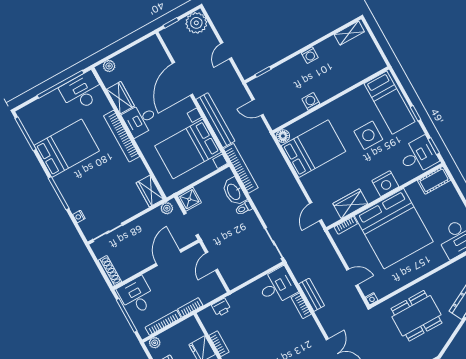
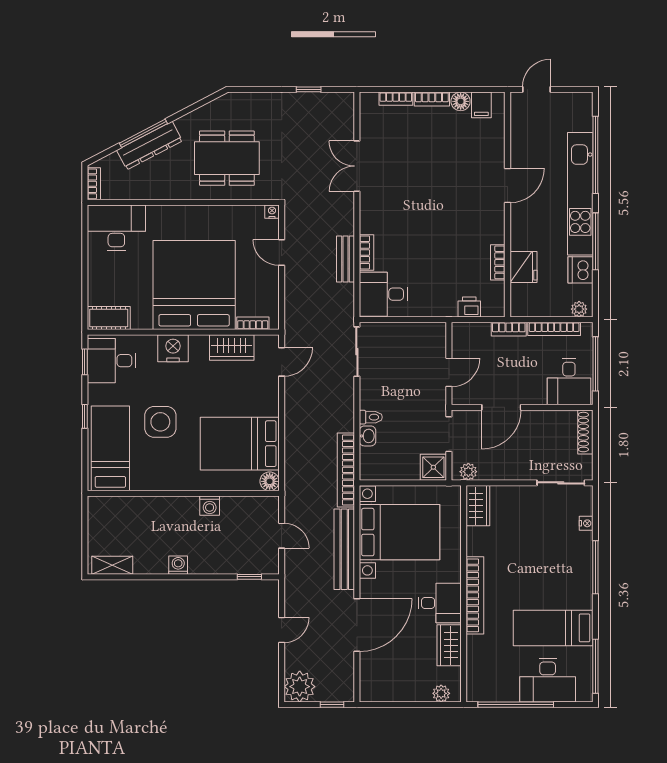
desk: (82, 92) -> (548, 680), moved
bed: (67, 148) -> (553, 628), width x0.67
washbasin: (234, 192) -> (368, 436), width x0.52, depth x0.69

